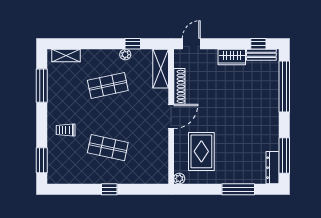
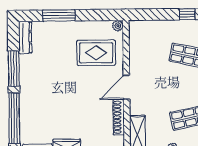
rug: (201, 151) -> (96, 53), turned 90
window: (284, 156) -> (14, 68), moved

